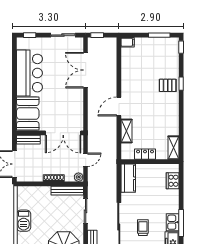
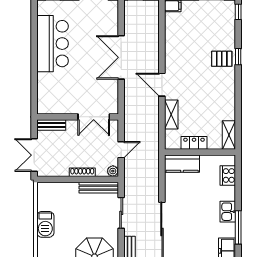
double door: (86, 70) -> (121, 57), moved
door: (119, 106) -> (162, 85), hinge flipped
booth: (28, 114) -> (50, 93), removed
double door: (63, 133) -> (94, 117), width x0.73
kitchen counter: (128, 178) -> (182, 164), moved, turned 90
kitchen sink: (173, 222) -> (228, 212), moved
trolley: (143, 228) -> (191, 233), removed

